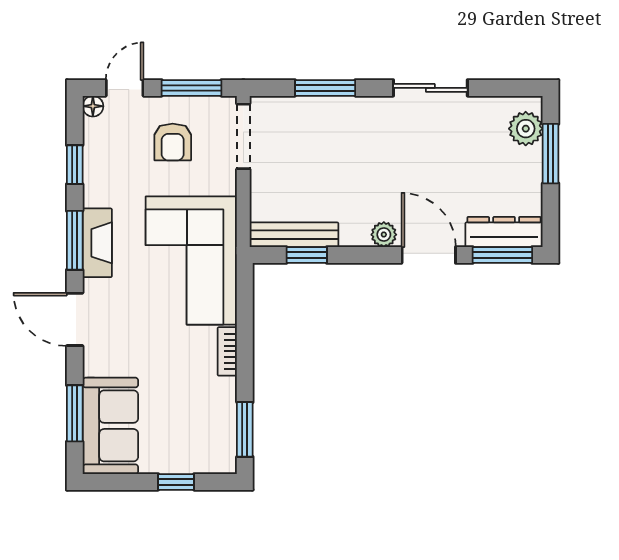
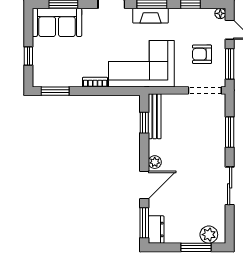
dresser: (504, 232) -> (156, 230), width x0.70

